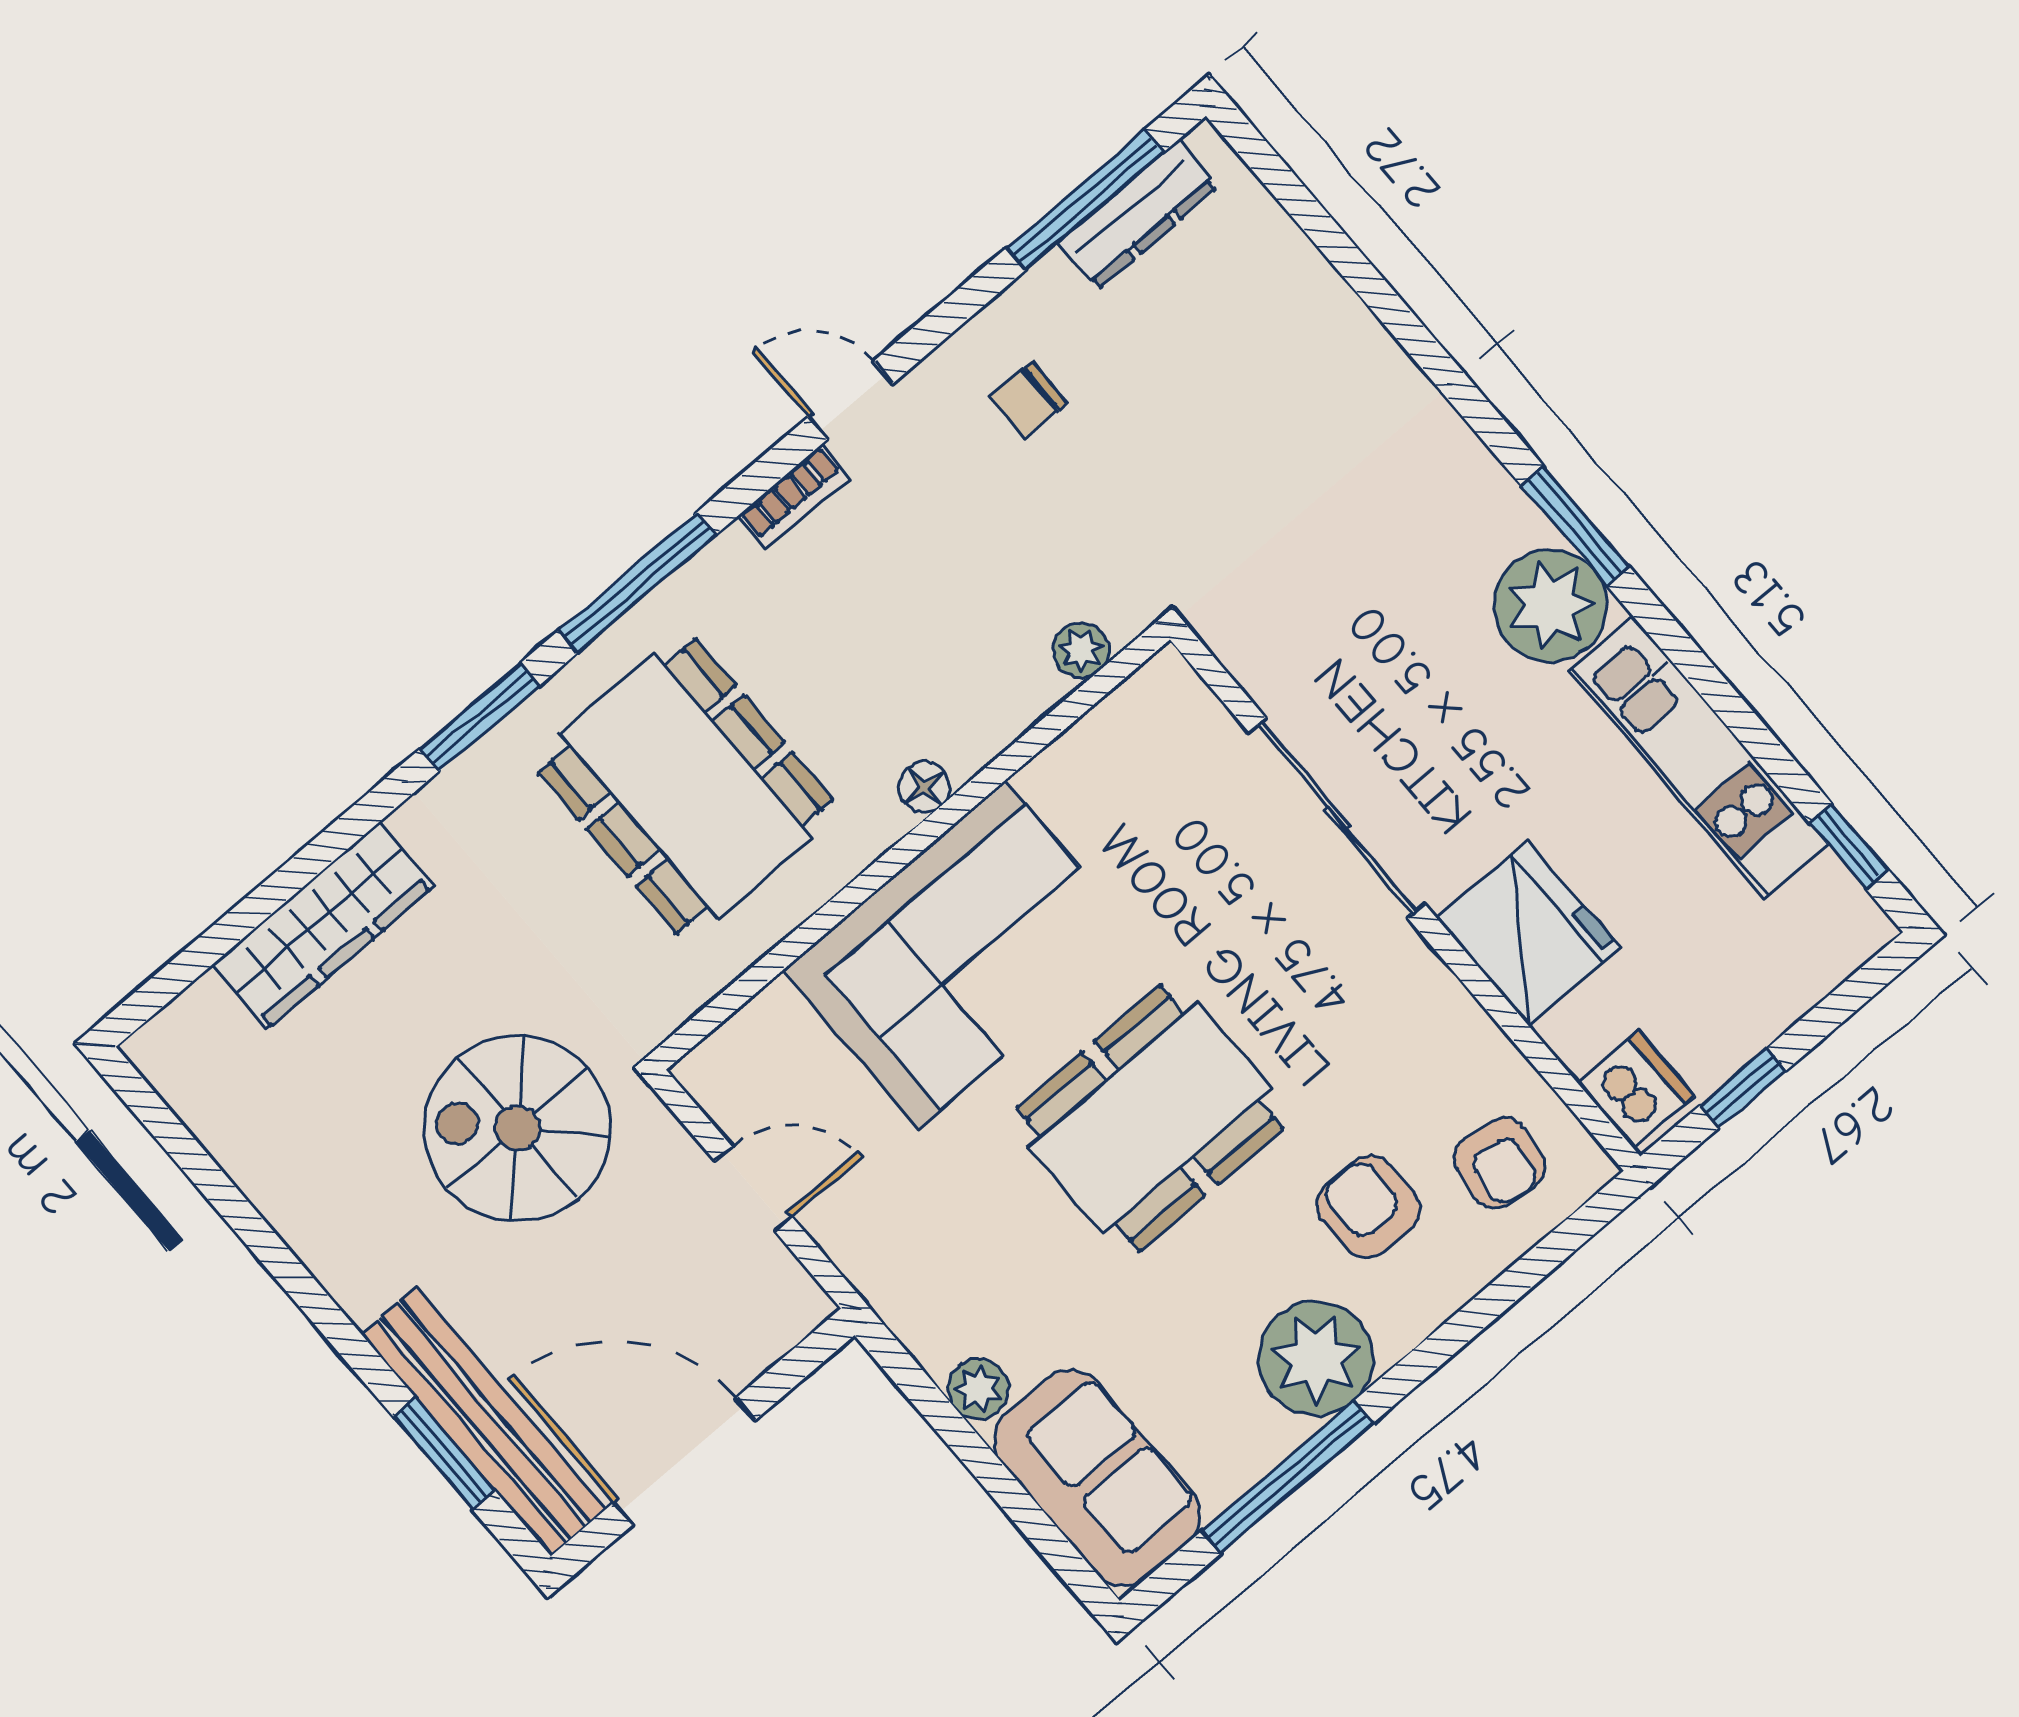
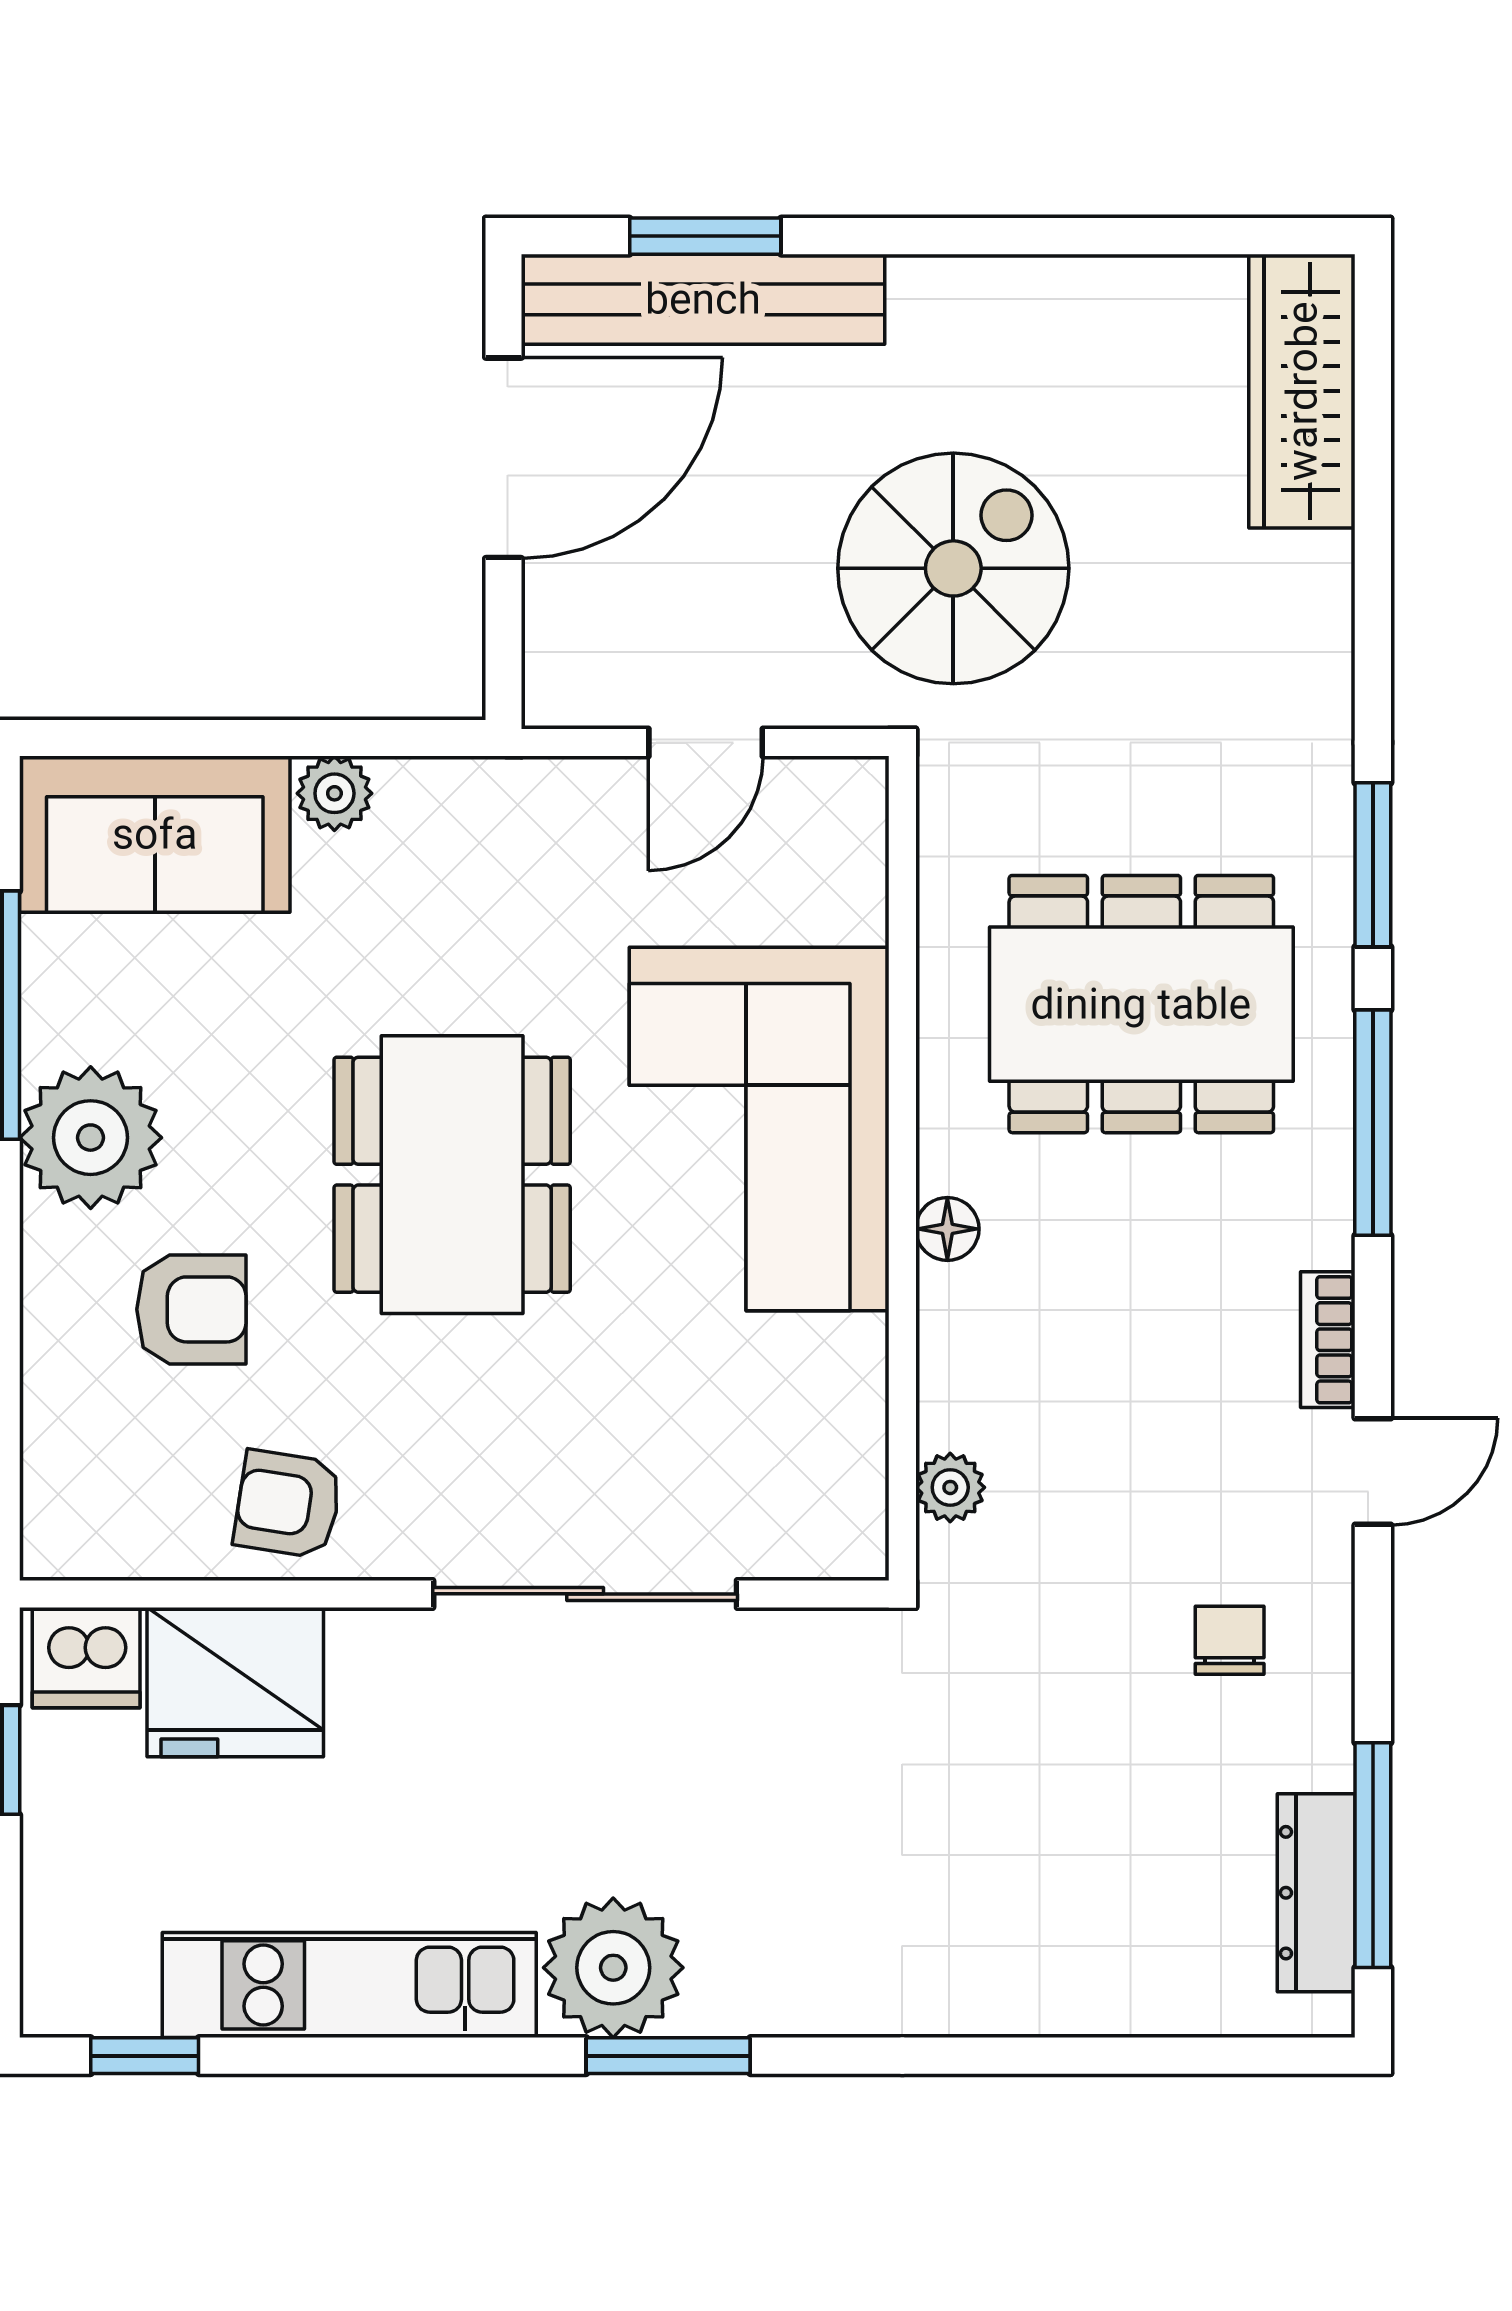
wardrobe: (323, 926) -> (1302, 391), moved
fridge: (1529, 934) -> (235, 1682), moved
armchair: (1499, 1163) -> (288, 1504), moved

